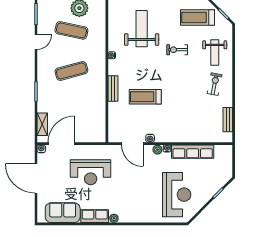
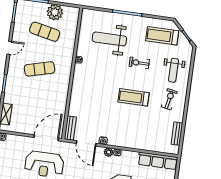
weight bench: (142, 29) -> (109, 39), turned -90
door: (36, 42) -> (9, 48), moved
bench: (113, 89) -> (70, 128), moved
treadmill: (145, 97) -> (134, 97), moved
door: (61, 144) -> (46, 138), moved
row of seats: (193, 152) -> (158, 161), moved

